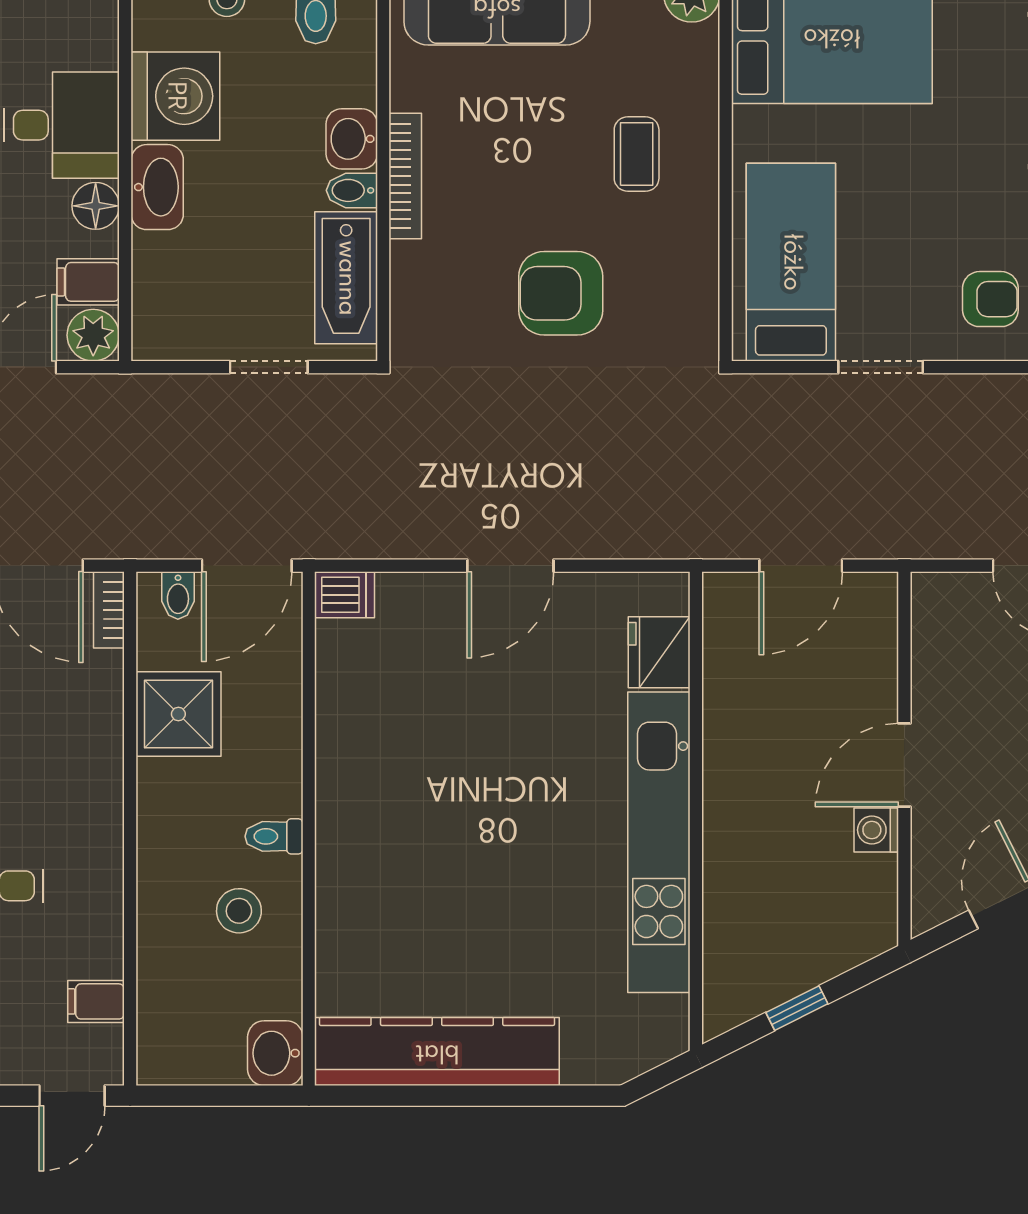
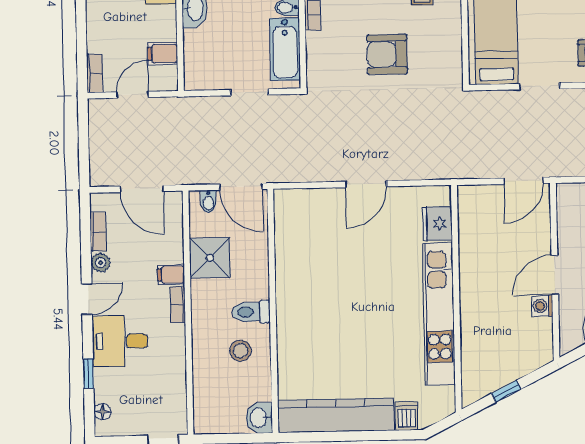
floor lamp: (96, 206) -> (165, 17), removed
plant: (93, 335) -> (166, 79), removed
door: (247, 566) -> (241, 187), hinge flipped
door: (801, 566) -> (523, 181), moved
dishwasher: (345, 595) -> (407, 416), moved, turned -90
bookcase: (109, 610) -> (178, 305), moved
toilet: (274, 836) -> (251, 312), width x1.37, depth x1.39
filing cabinet: (96, 1001) -> (171, 275), moved

